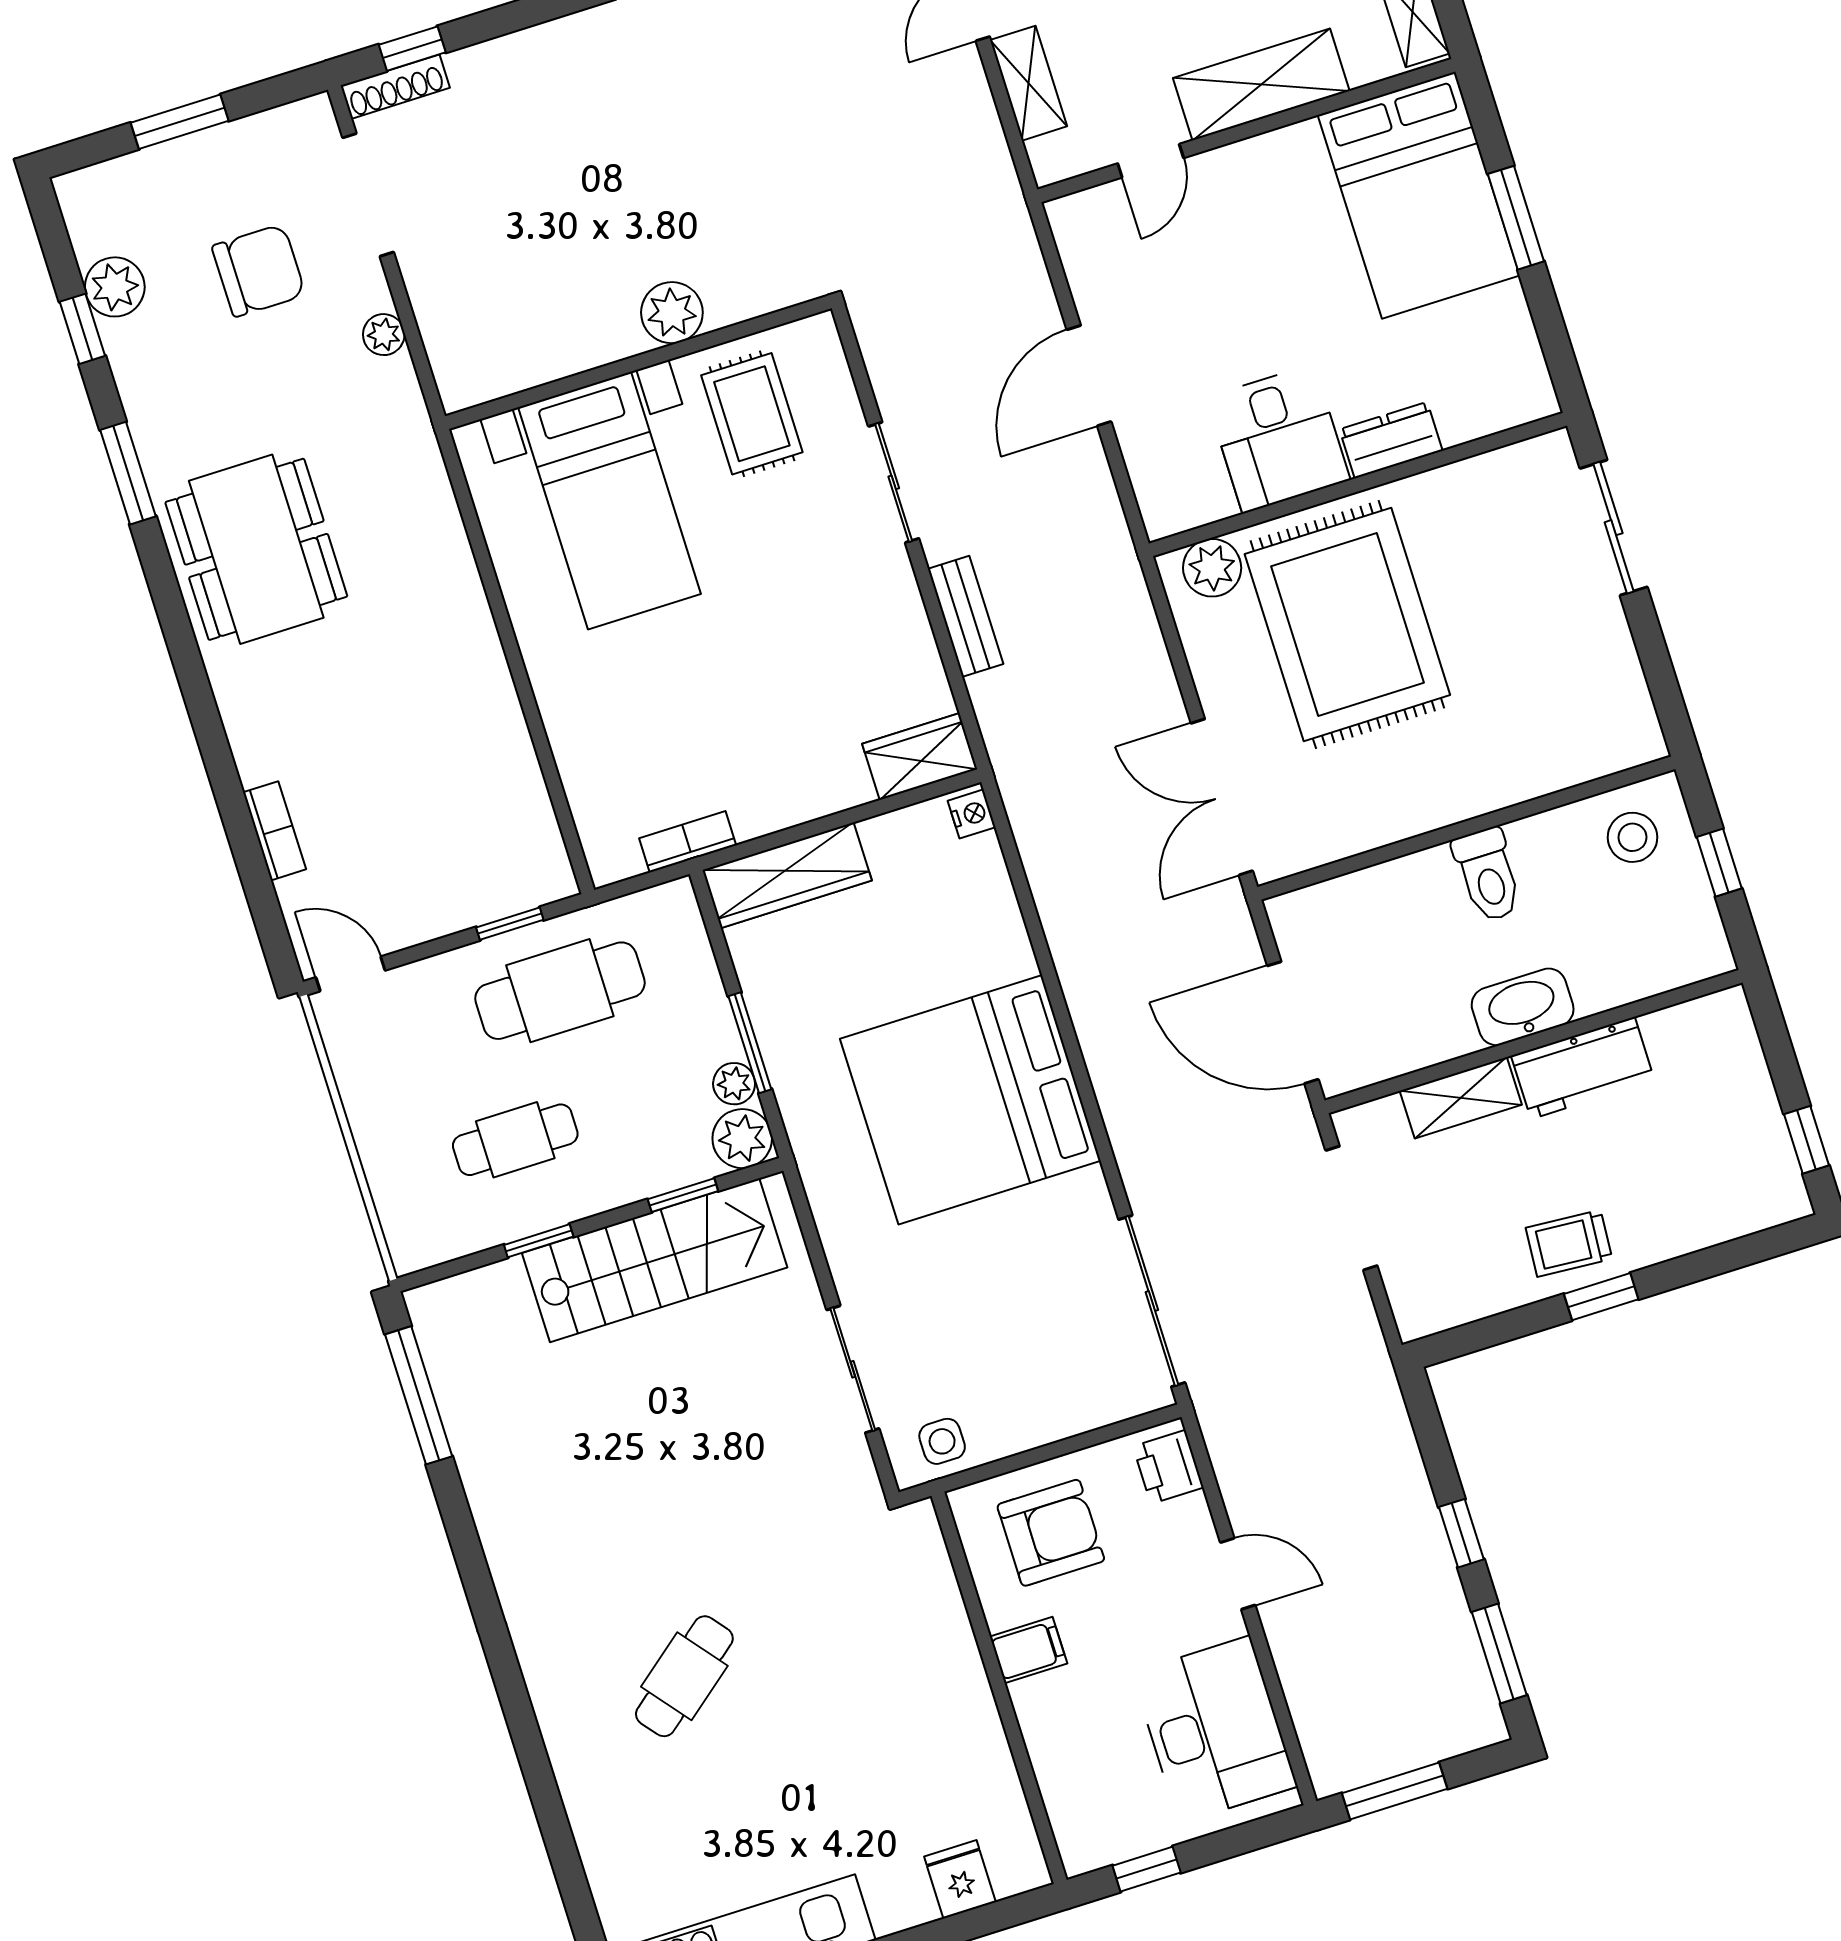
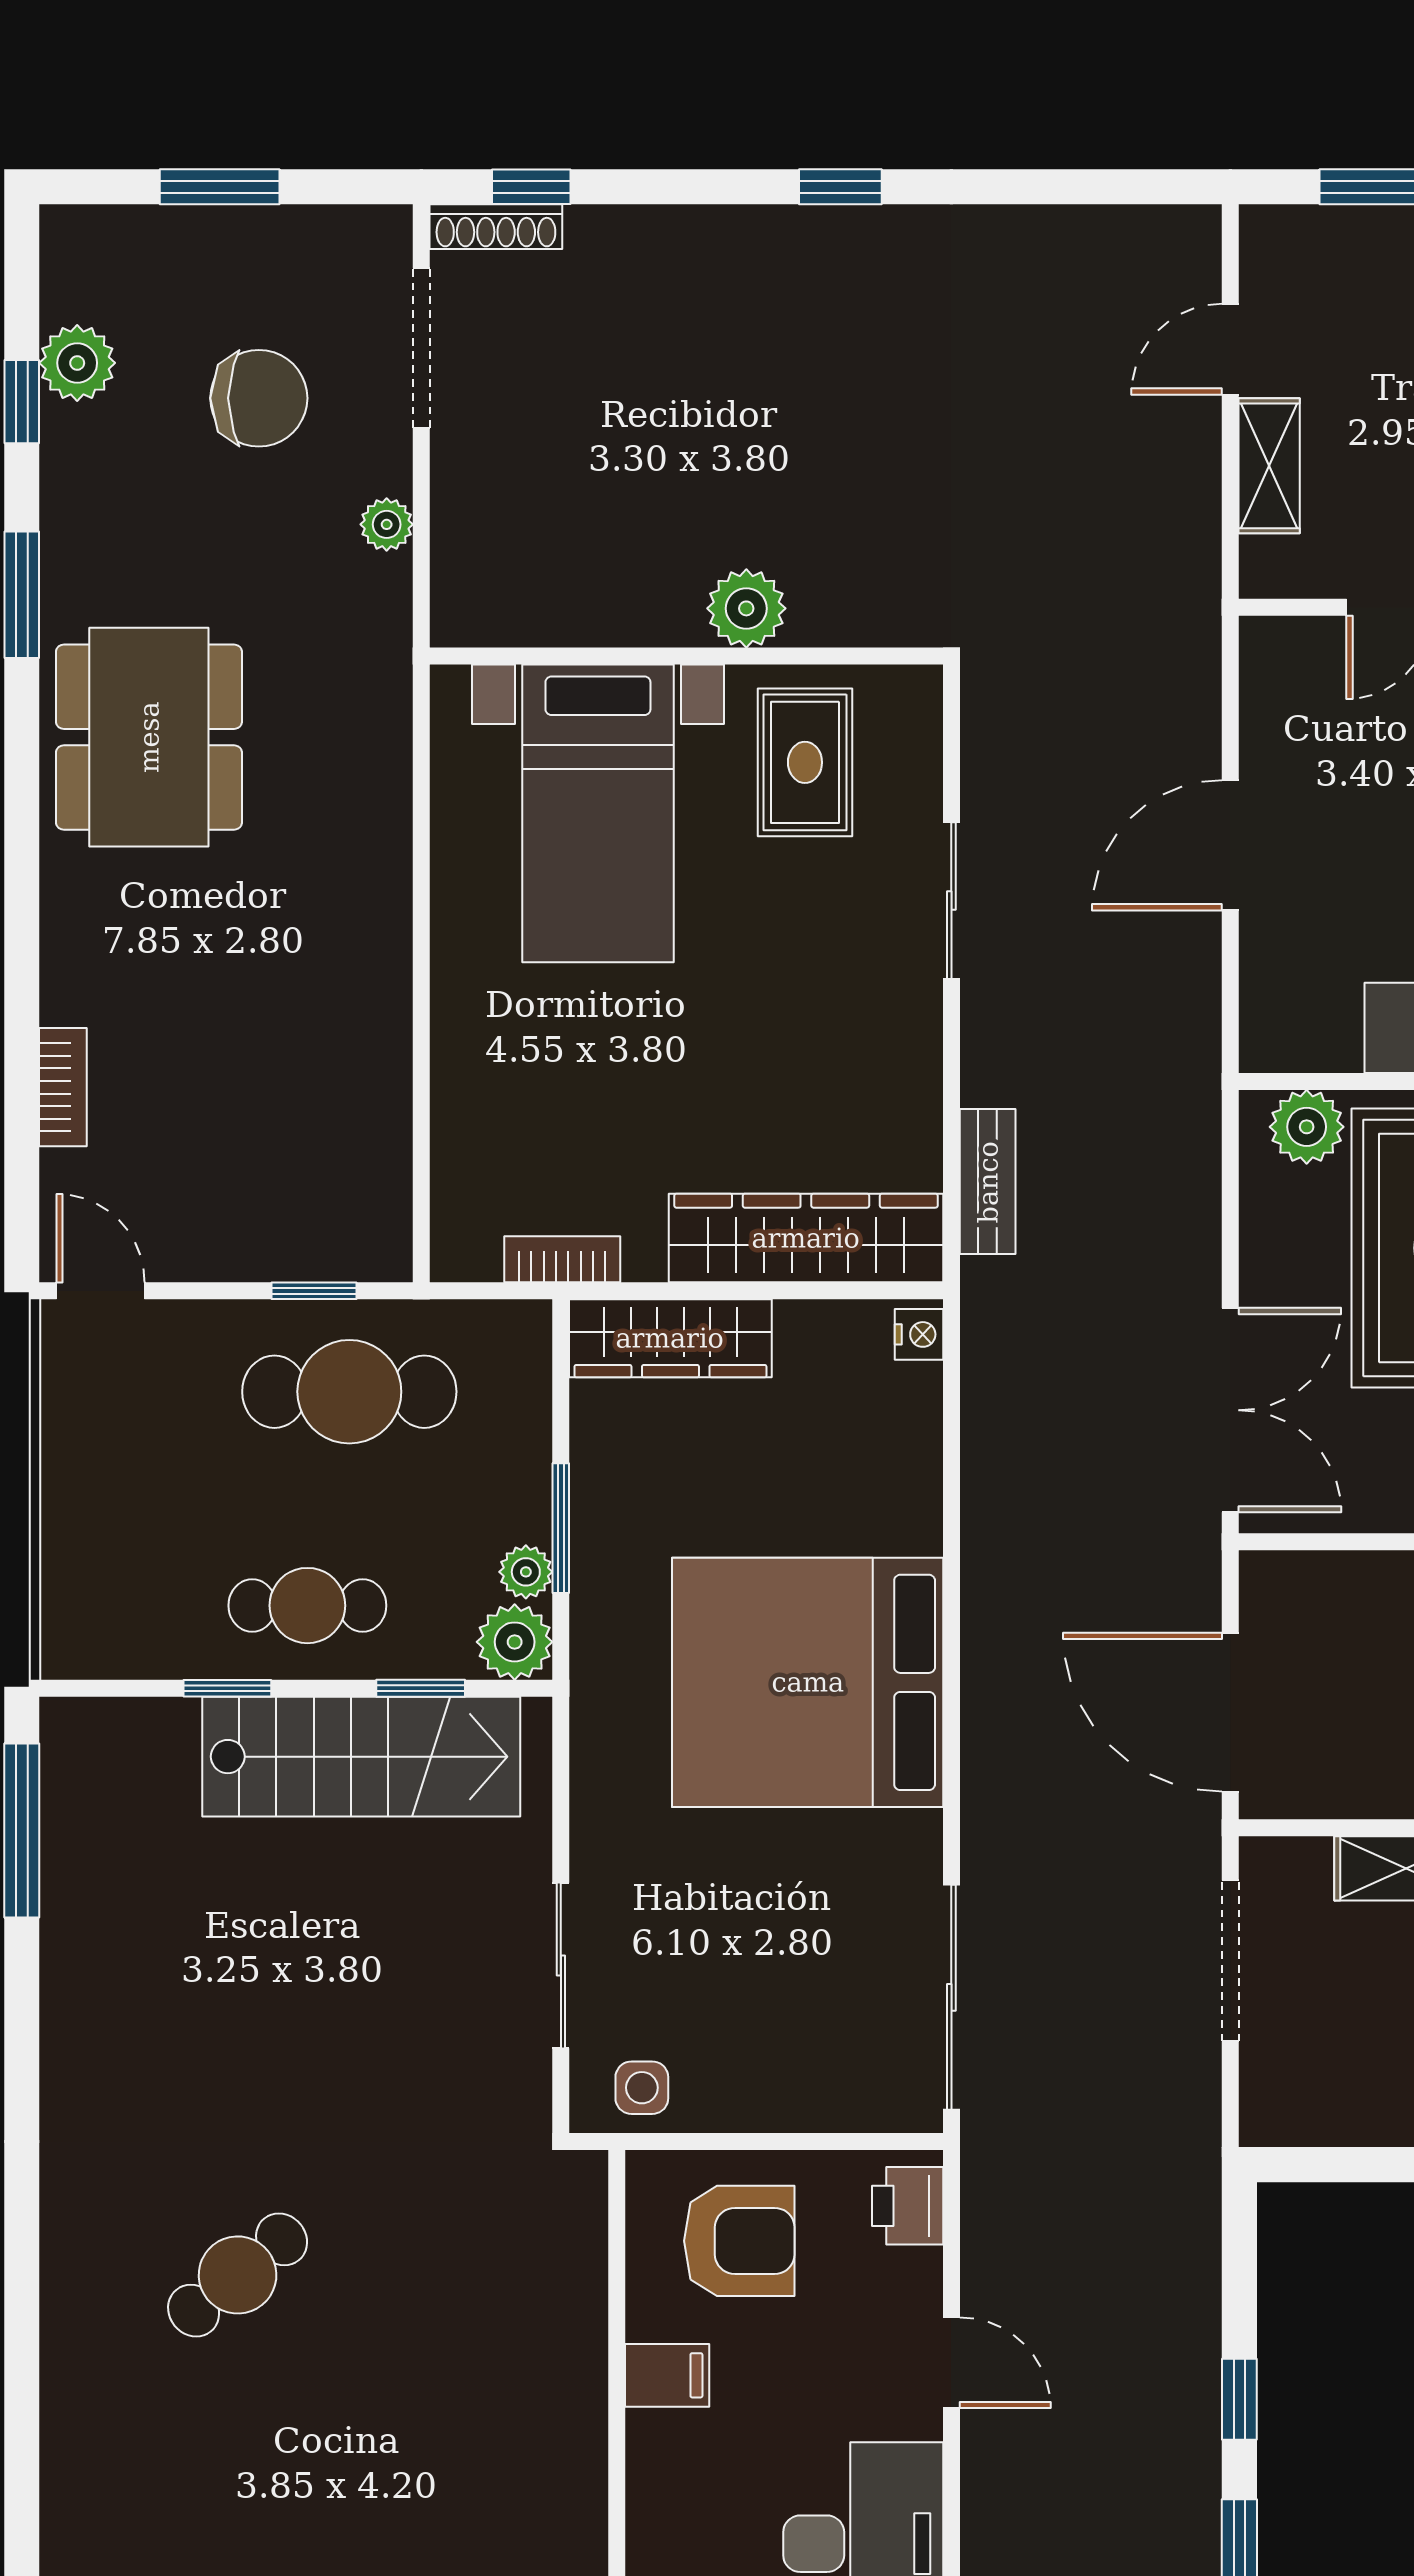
bench: (966, 616) -> (988, 1182), moved
wardrobe: (920, 756) -> (806, 1238), width x2.10, depth x1.17
double door: (1222, 797) -> (1230, 1410), swing flipped
cafe table: (515, 1140) -> (307, 1606), moved

